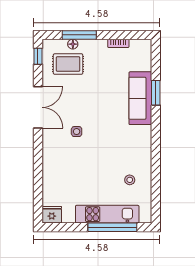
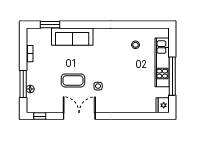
rug: (68, 64) -> (46, 93), removed
window: (156, 93) -> (50, 25), moved
coffee table: (84, 99) -> (73, 80), added
window: (112, 227) -> (172, 76), moved

